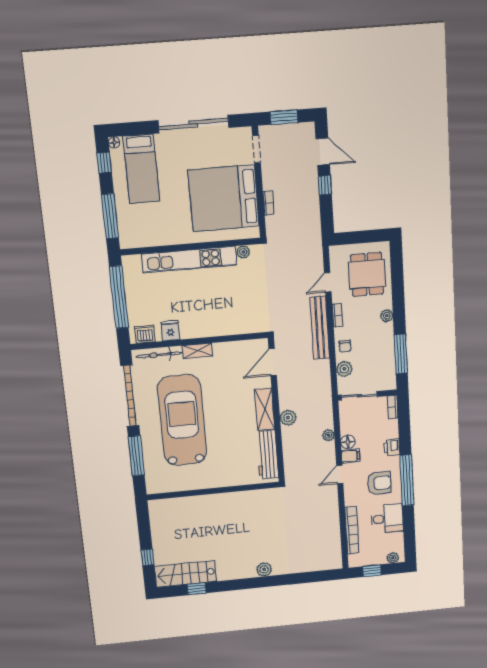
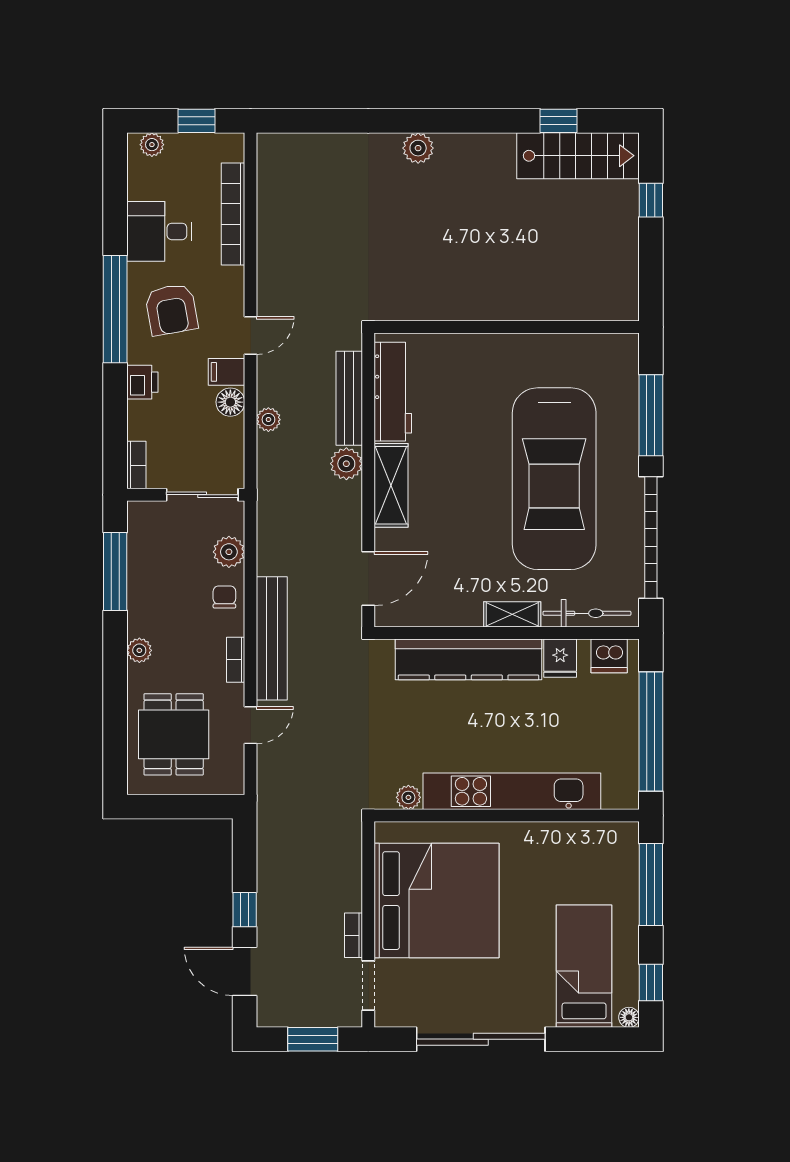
bookcase: (268, 203) -> (354, 935), moved
kitchen counter: (218, 326) -> (469, 659), added
bench: (289, 449) -> (349, 398), added
armchair: (379, 483) -> (171, 309), turned -100

